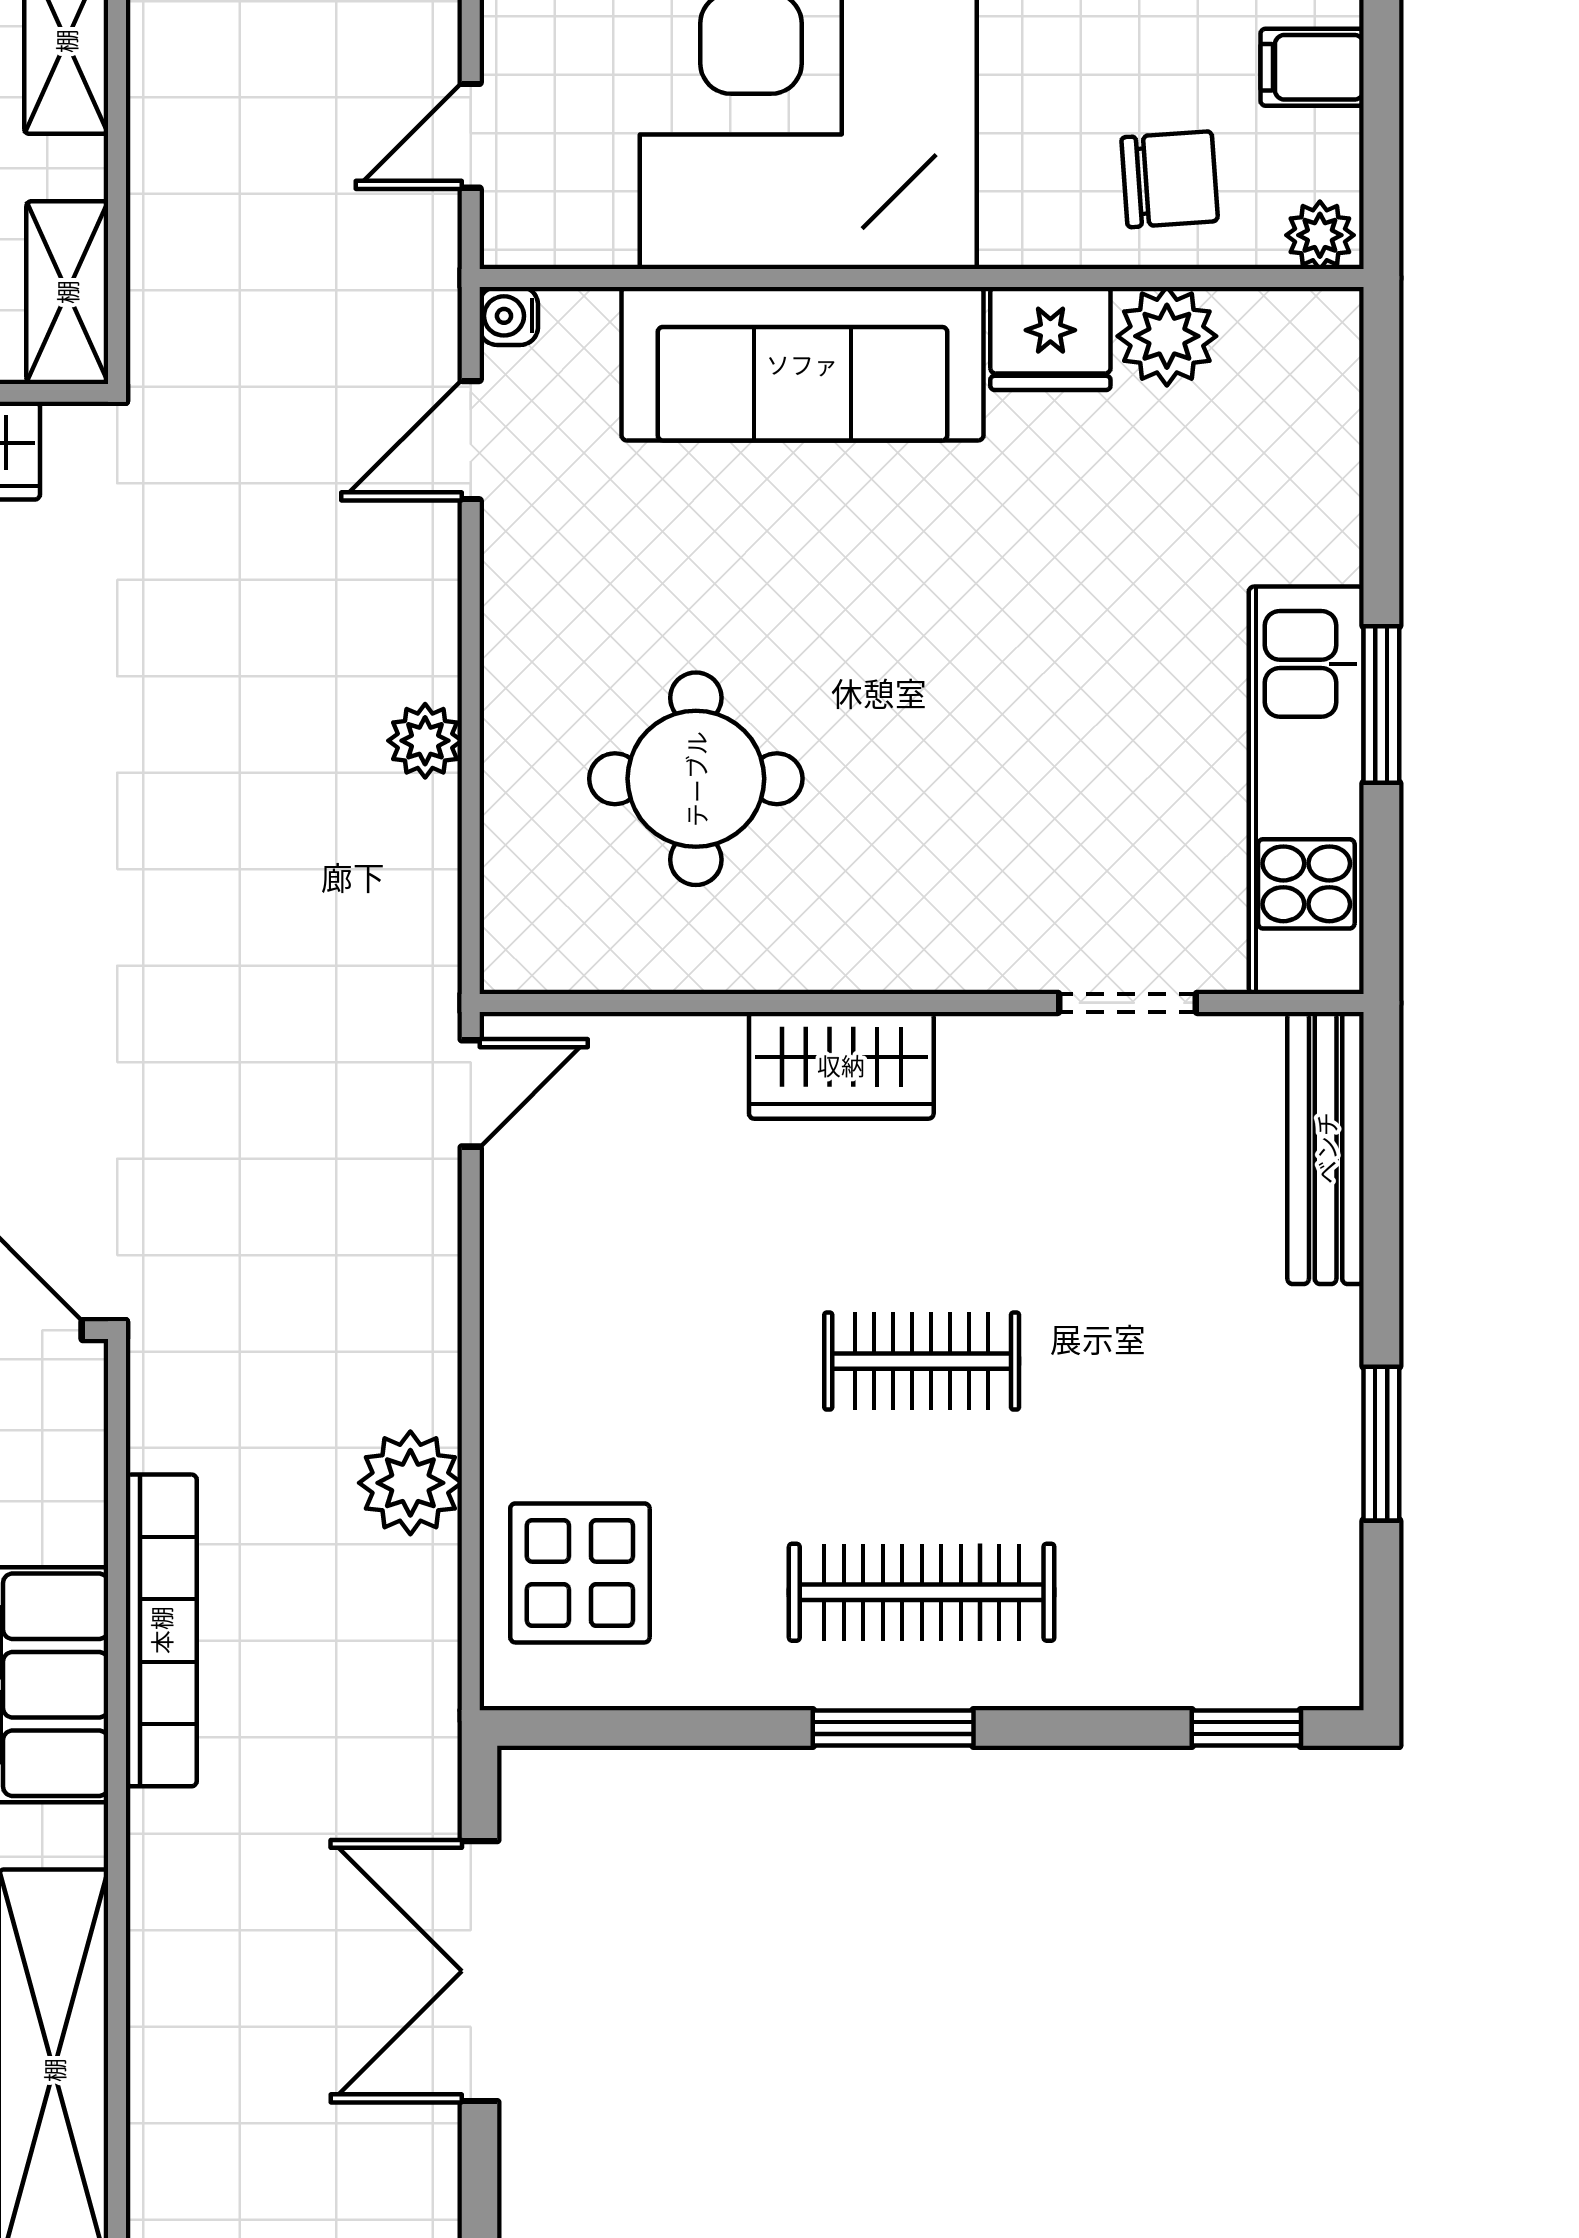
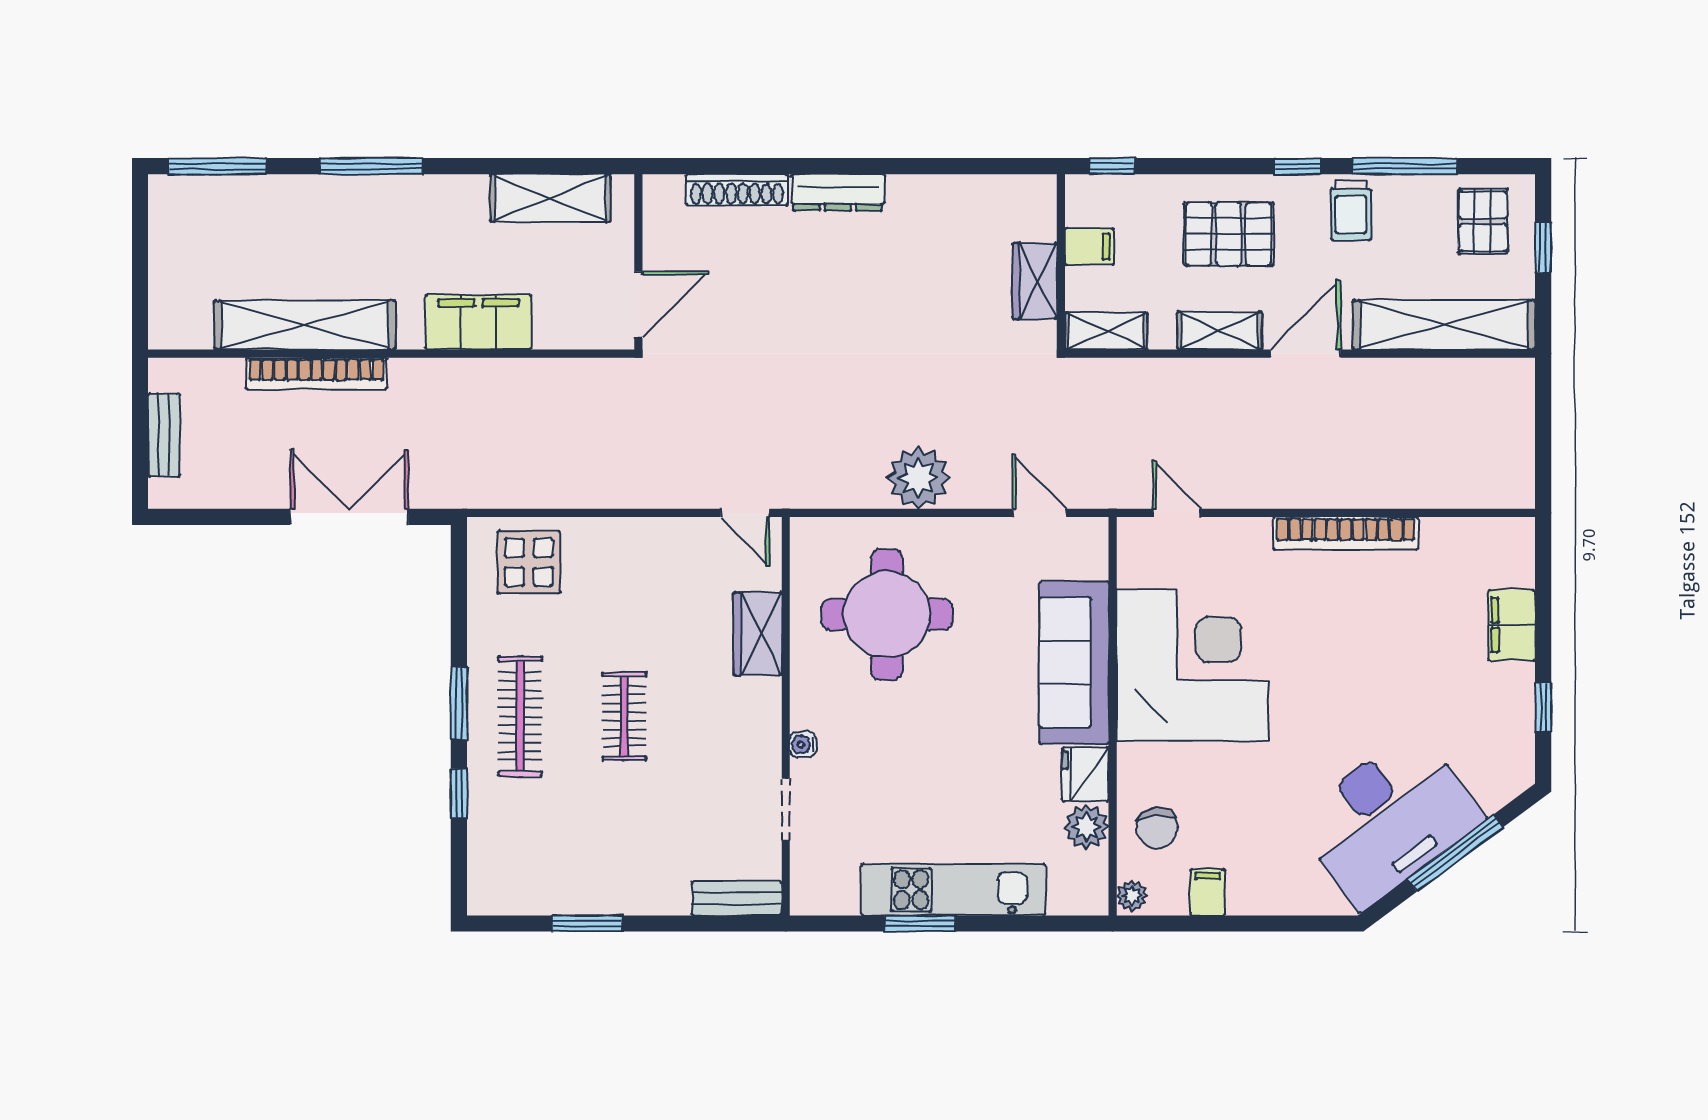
water cooler: (509, 316) -> (803, 745), moved, turned -90
plant: (425, 741) -> (918, 478), width x1.88, depth x1.88
round table: (696, 779) -> (887, 614), width x1.36, depth x1.36
kitchen unit: (1306, 790) -> (953, 890), moved
wardrobe: (841, 1065) -> (758, 634), moved
bench: (1326, 1148) -> (737, 898), width x0.73
plant: (410, 1483) -> (569, 486), removed
bookcase: (161, 1630) -> (317, 373), moved
window: (1246, 1728) -> (459, 794), moved

